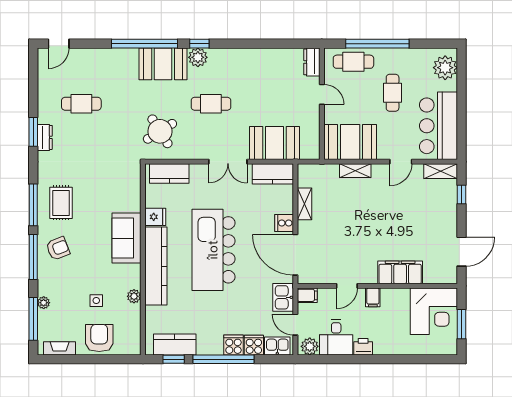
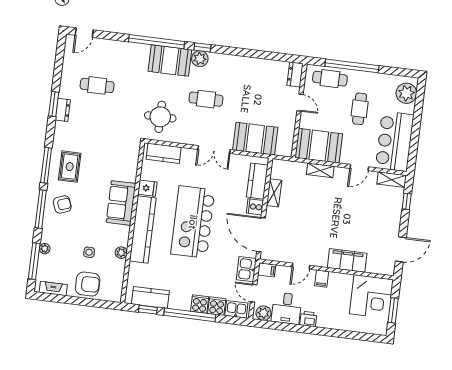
round table: (160, 131) -> (160, 117), turned 32
kitchen counter: (273, 174) -> (257, 181), moved, turned 90
armchair: (99, 338) -> (88, 284), turned 90

